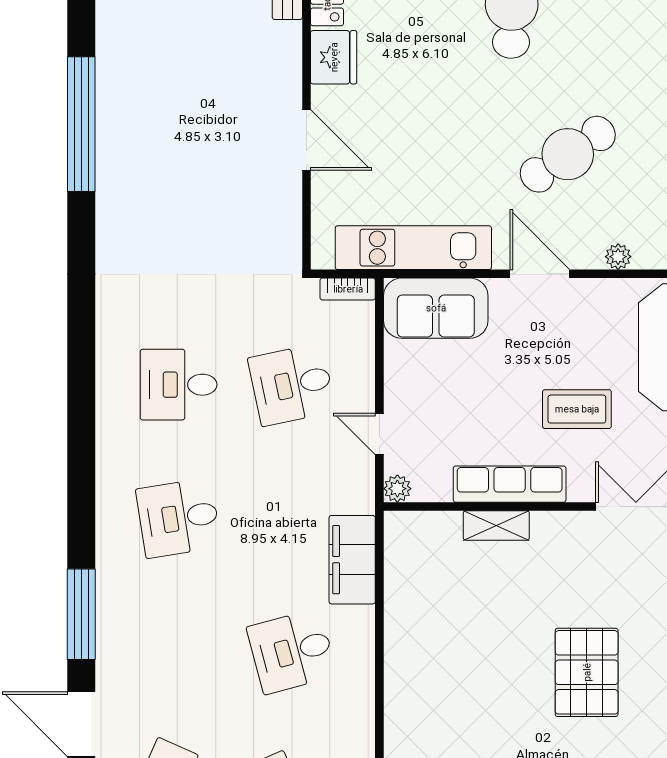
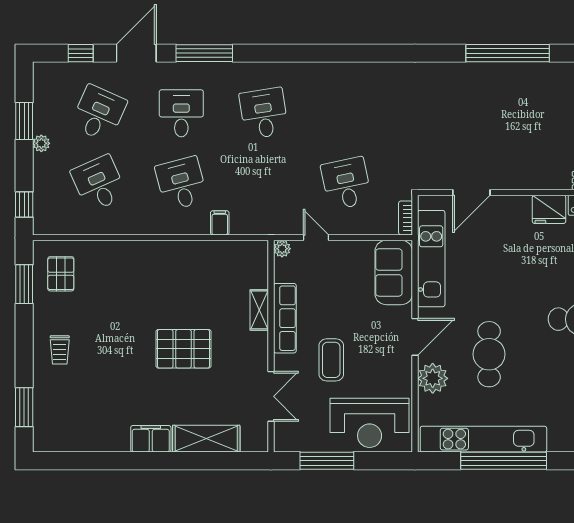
door: (306, 140) -> (471, 192), moved
cafe table: (568, 154) -> (489, 354), turned 34
plant: (618, 257) -> (433, 378), width x1.88, depth x1.88
desk: (179, 385) -> (181, 113), moved
door: (379, 434) -> (316, 238), hinge flipped
filing cabinet: (352, 560) -> (220, 223), width x0.33, depth x0.86
pallet: (587, 672) -> (183, 349), moved

